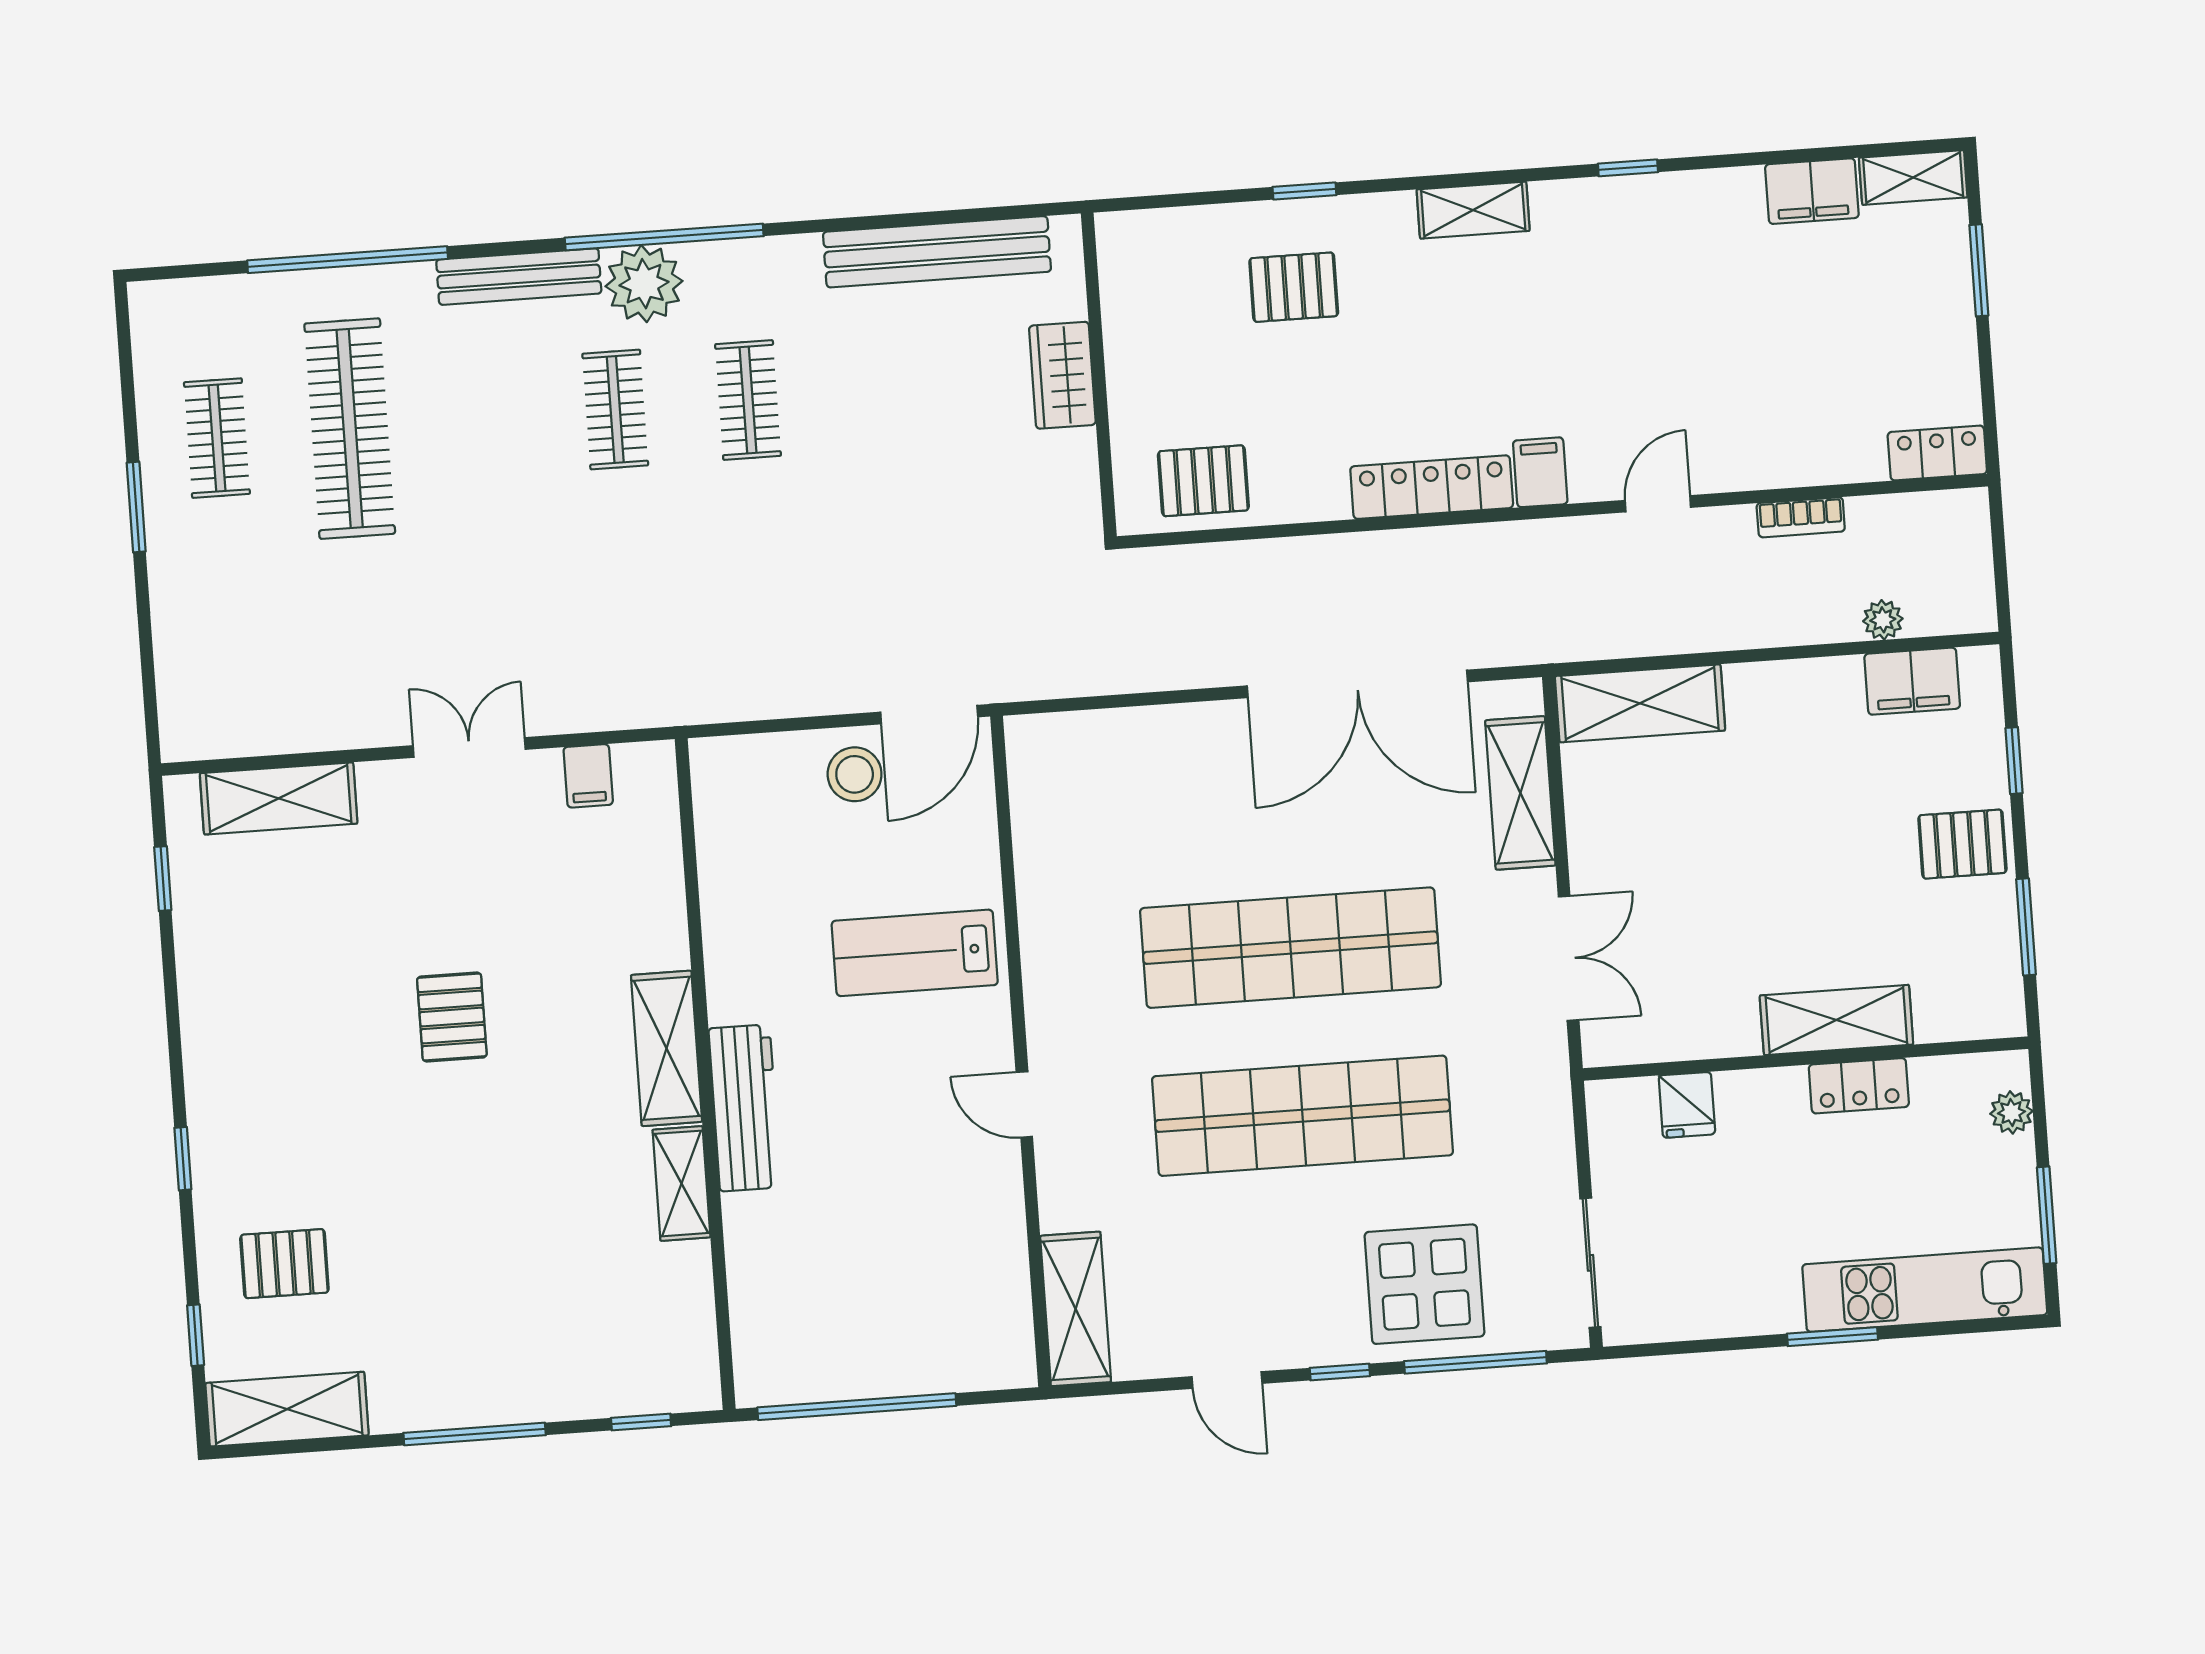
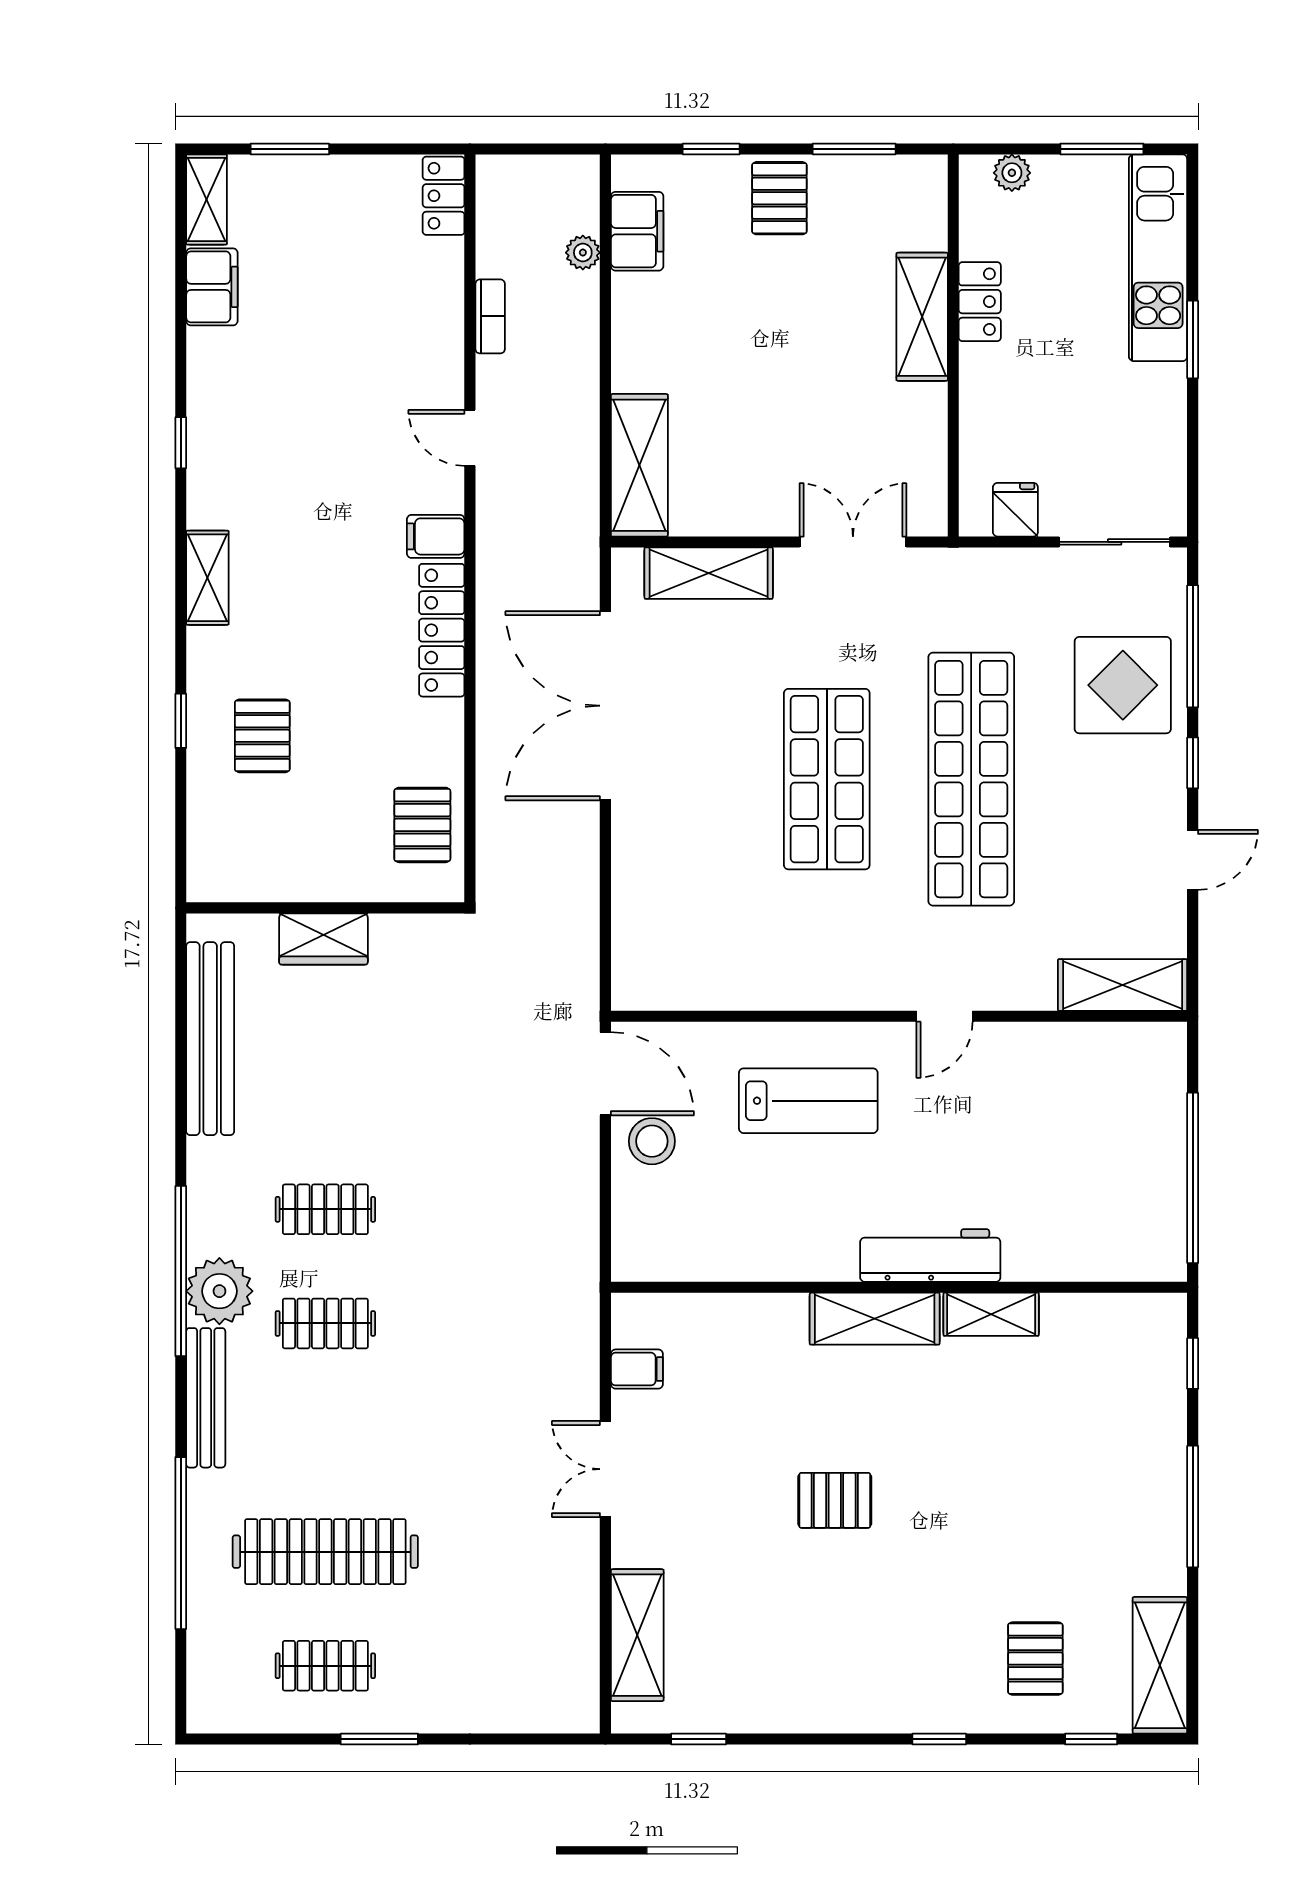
double door: (1357, 684) -> (605, 706), swing flipped
shop shelf: (1290, 948) -> (827, 779), width x0.71
lab bench: (915, 953) -> (808, 1101), turned -90
fridge: (1687, 1105) -> (1015, 510), moved, turned -90

